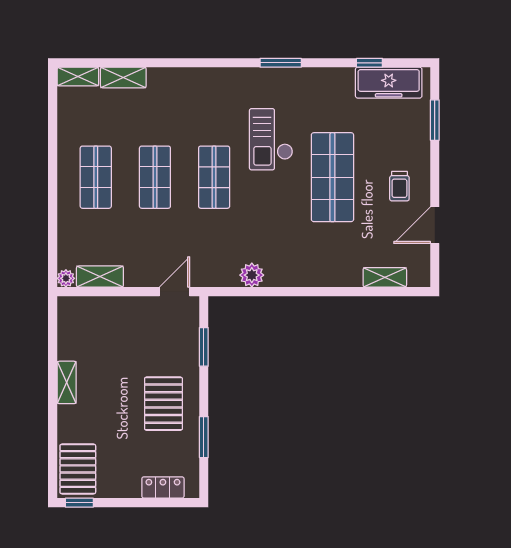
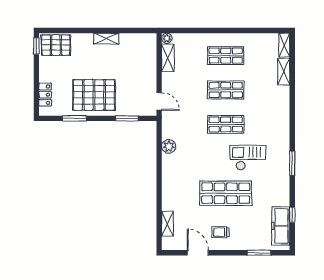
pallet: (163, 404) -> (94, 95), width x1.37, depth x1.41

